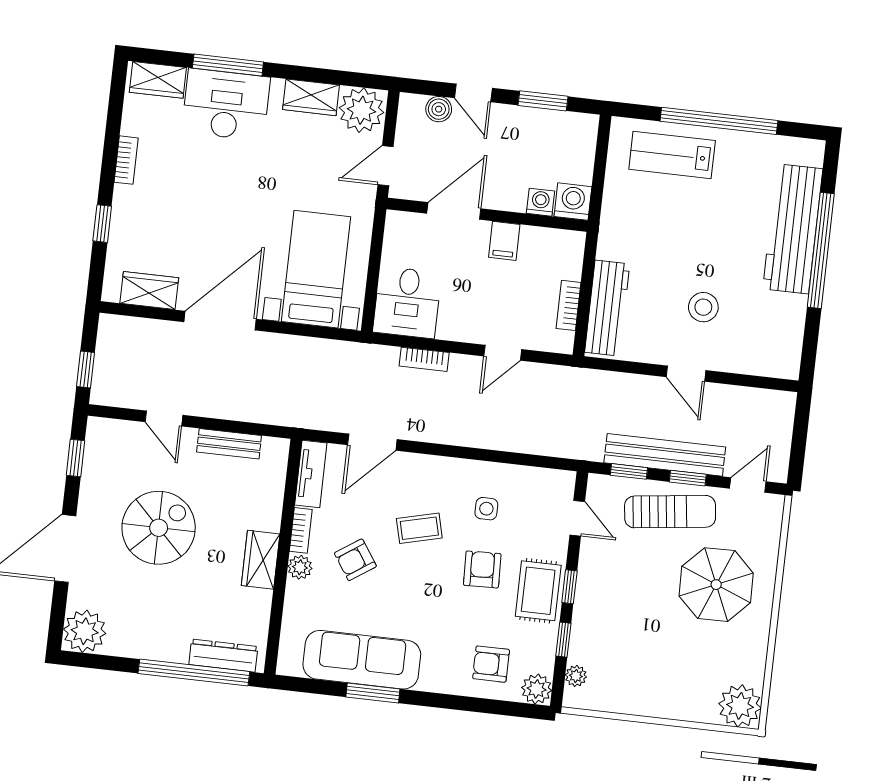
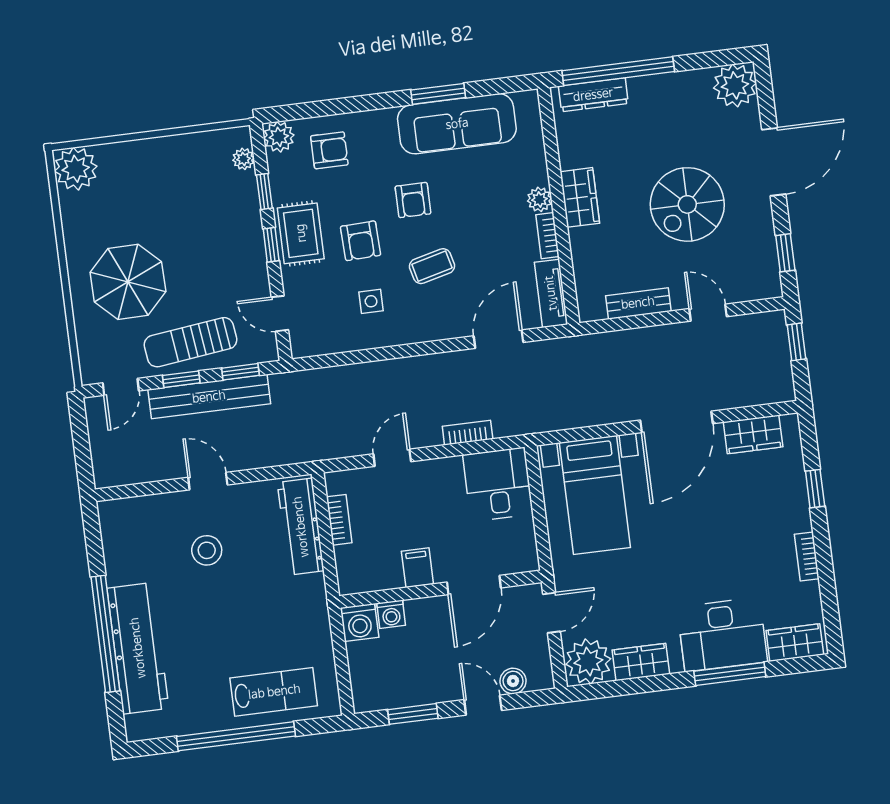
armchair: (355, 560) -> (413, 200), moved, turned 124

